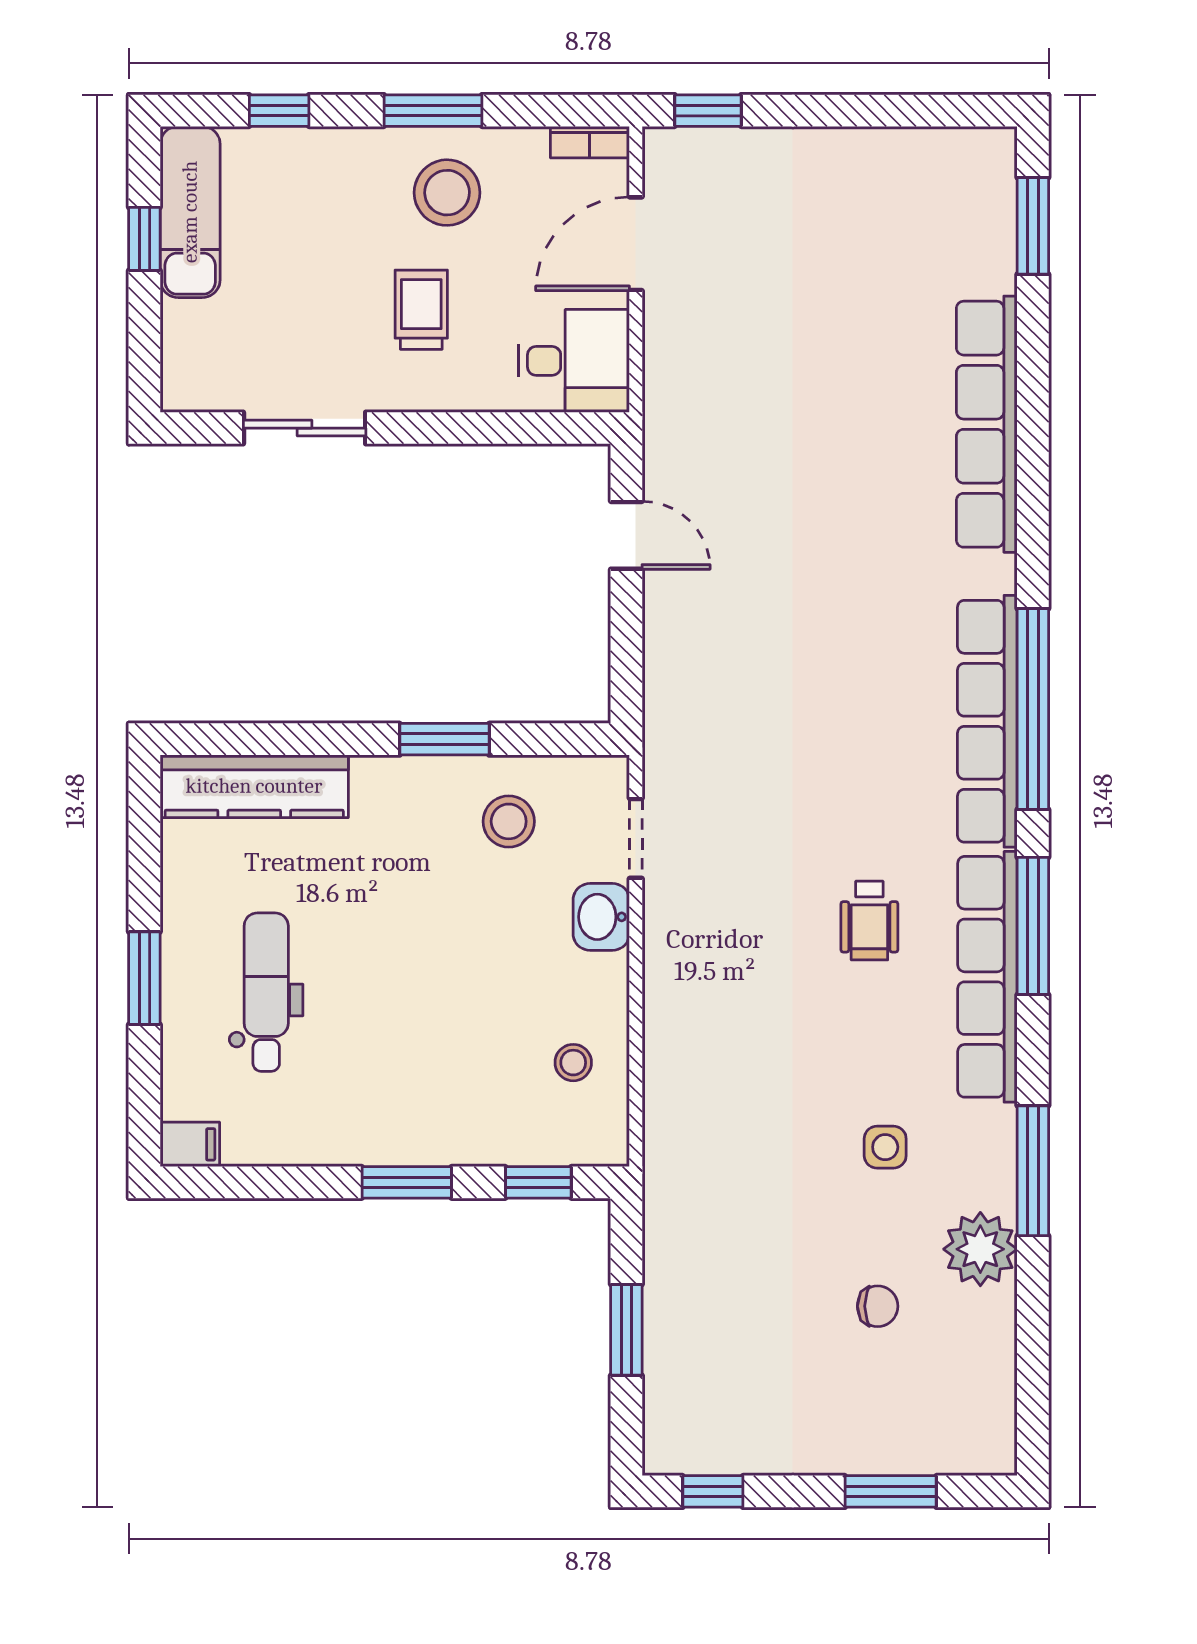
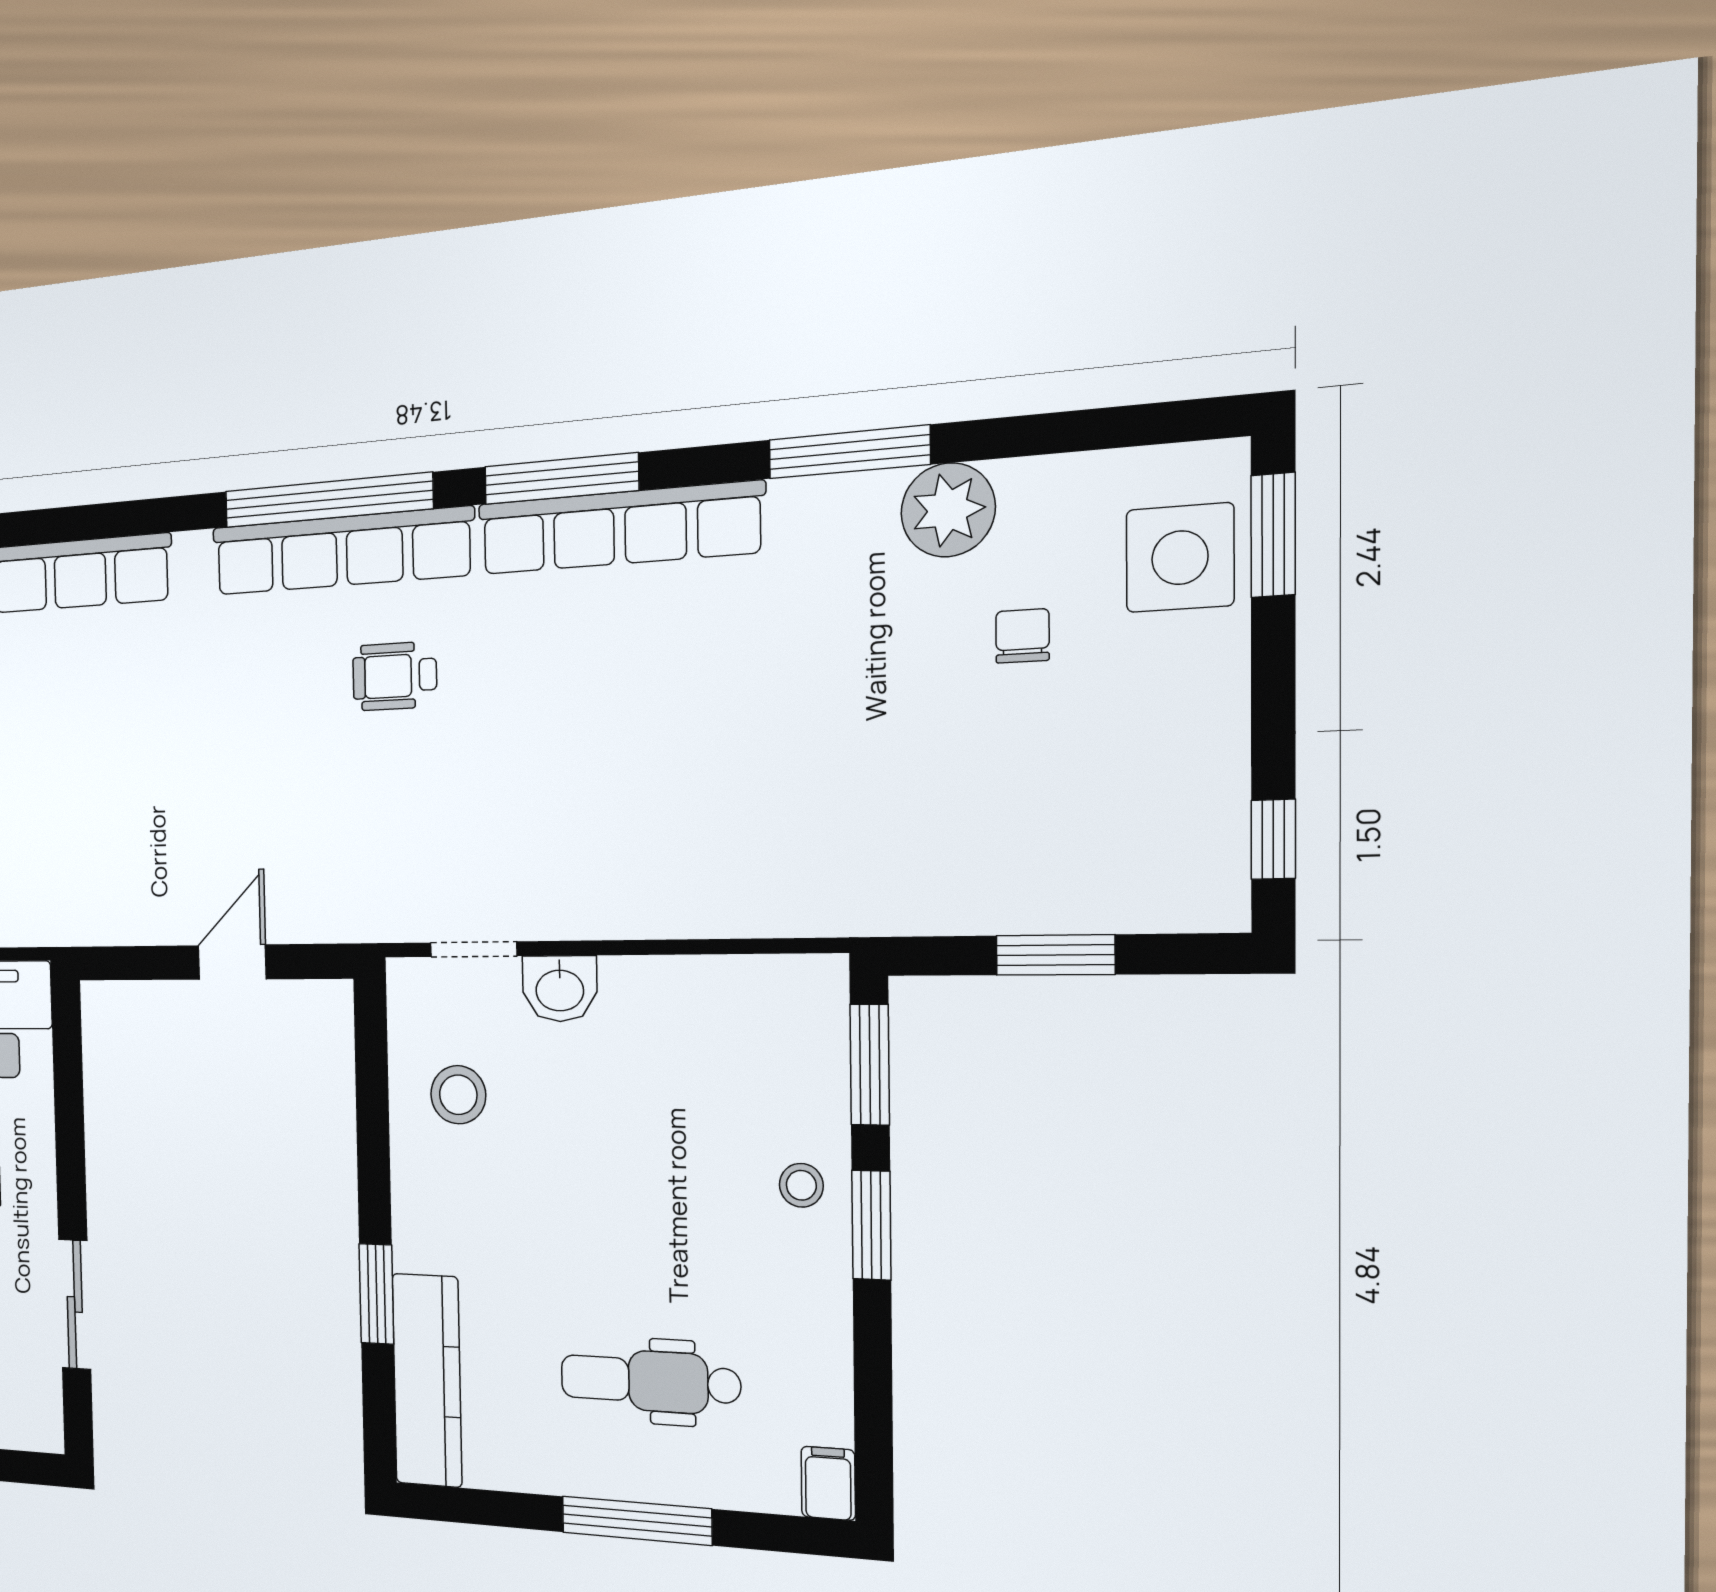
door: (626, 535) -> (232, 962), moved
window: (444, 739) -> (376, 1294), moved
wheelchair: (869, 921) -> (395, 676), moved, turned 180
window: (144, 978) -> (637, 1521), width x1.44
stool: (573, 1063) -> (801, 1185), moved
side table: (885, 1147) -> (1180, 558), moved, width x1.87, depth x1.87
window: (538, 1182) -> (870, 1065), width x1.50
window: (891, 1491) -> (1273, 535), moved

